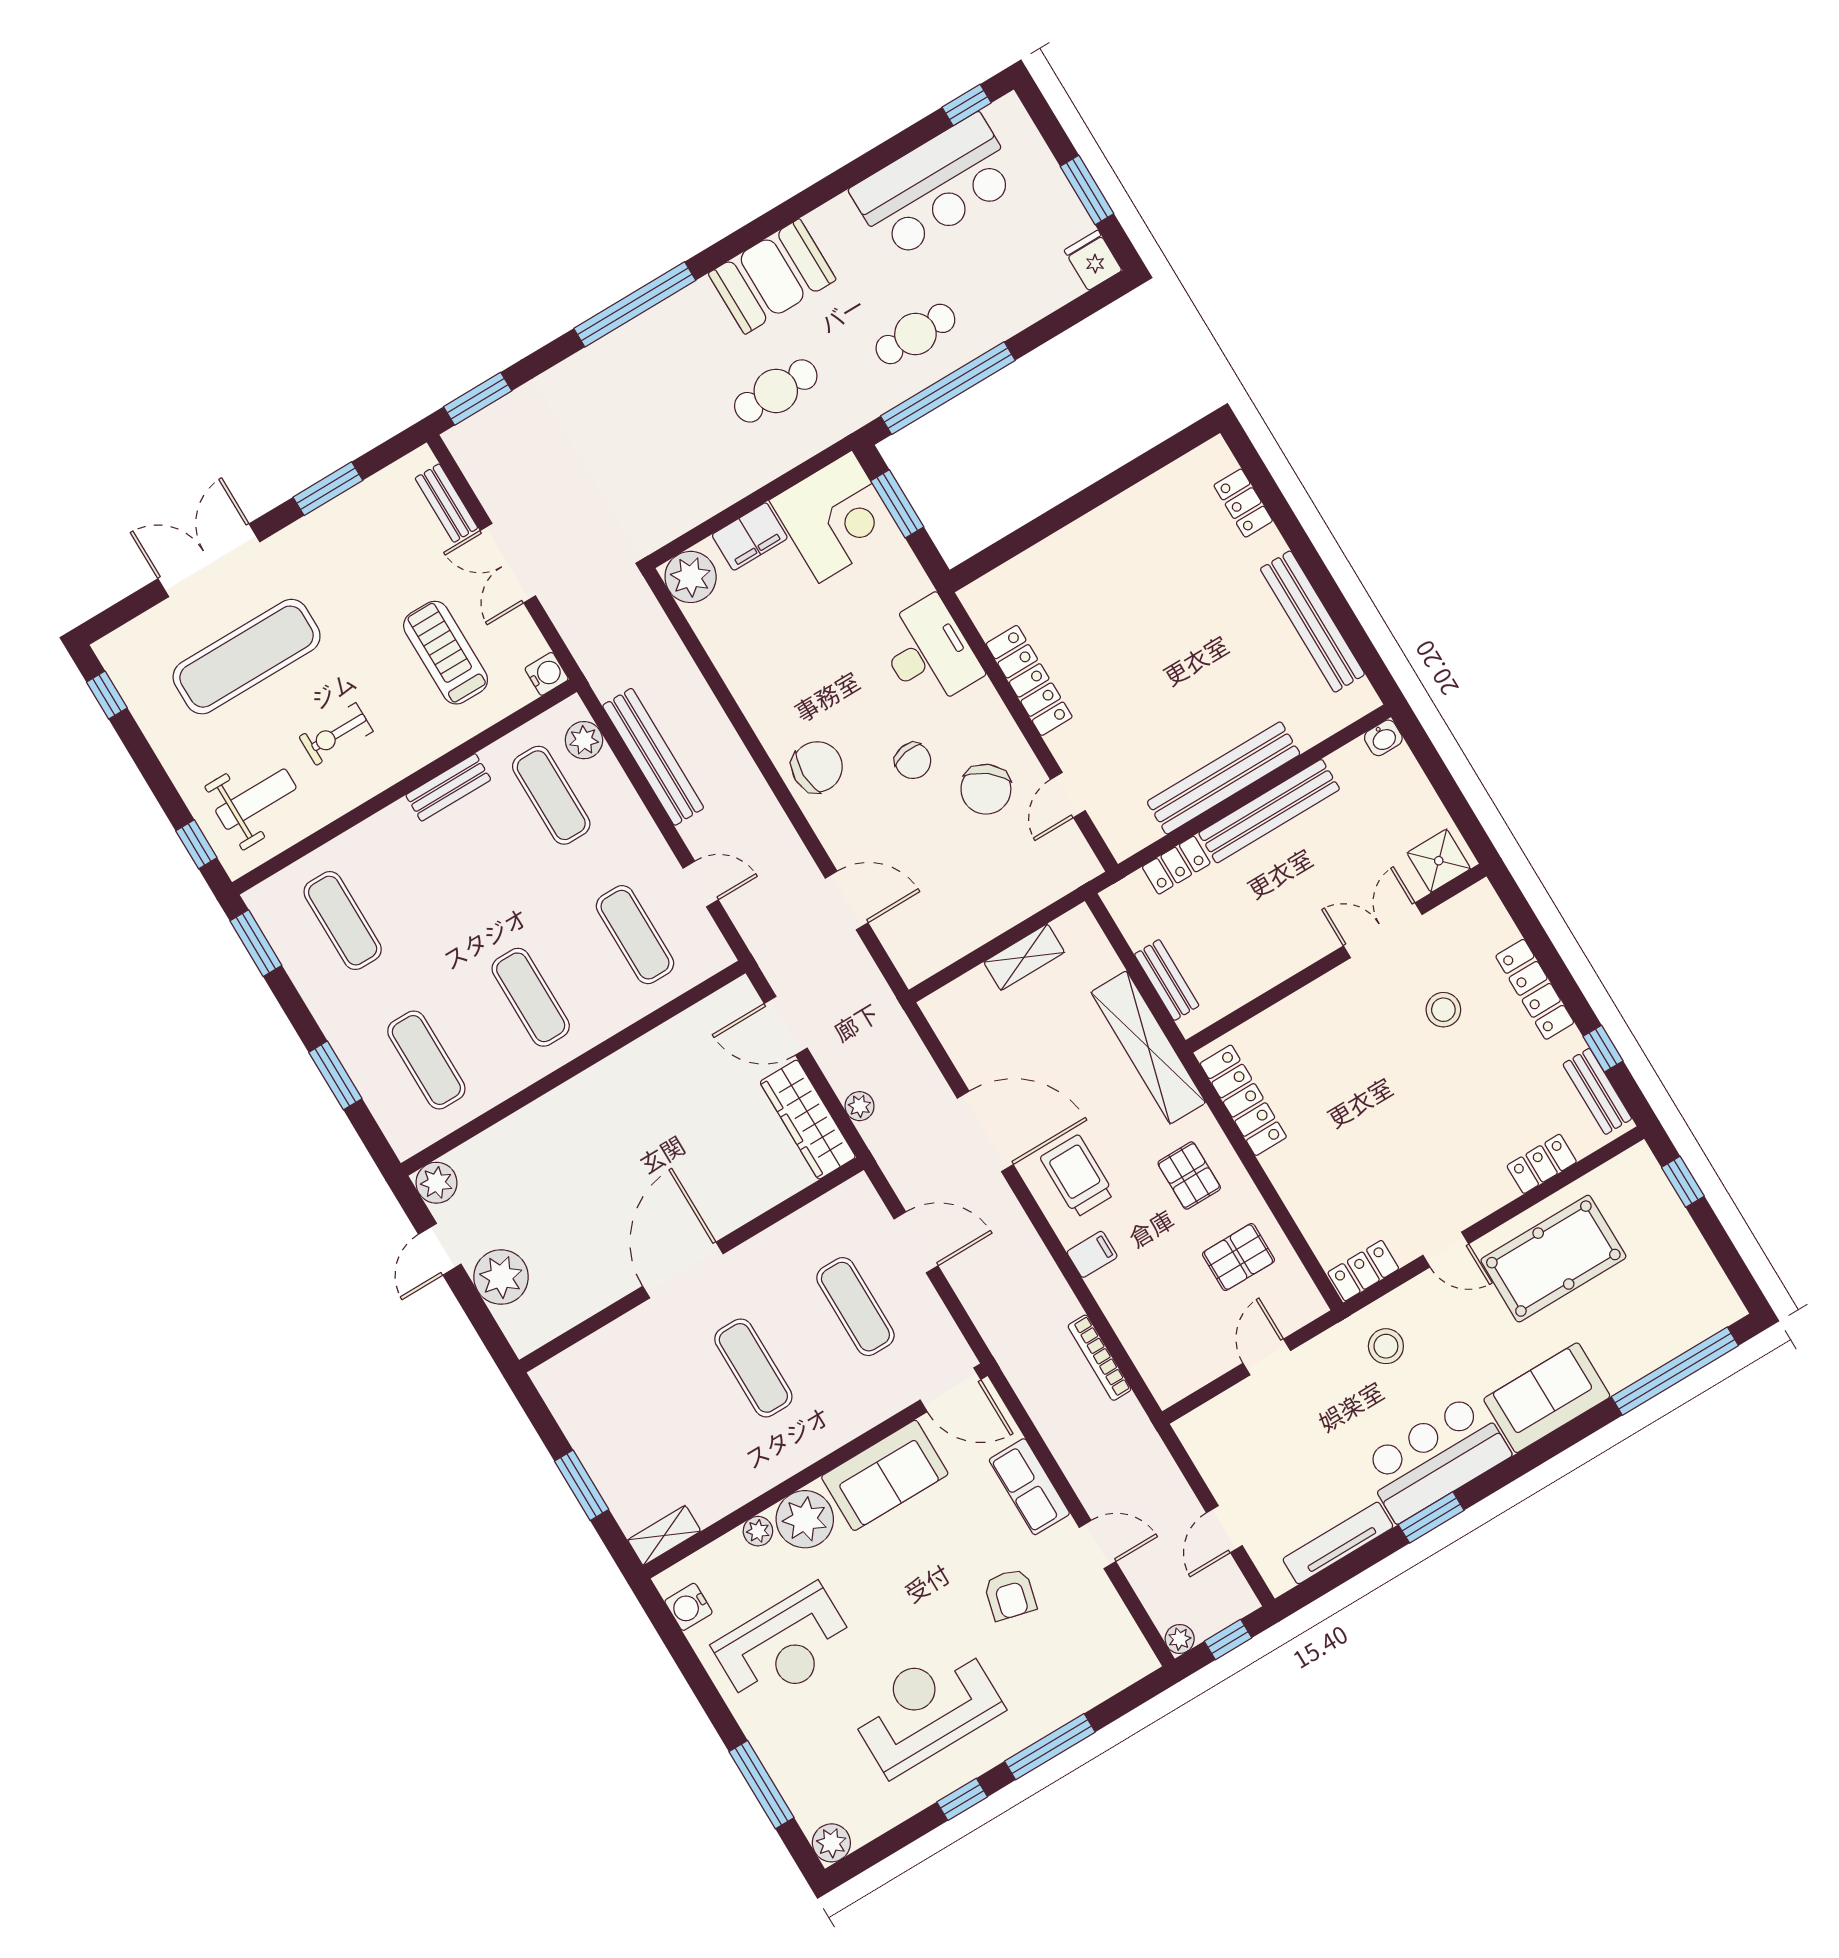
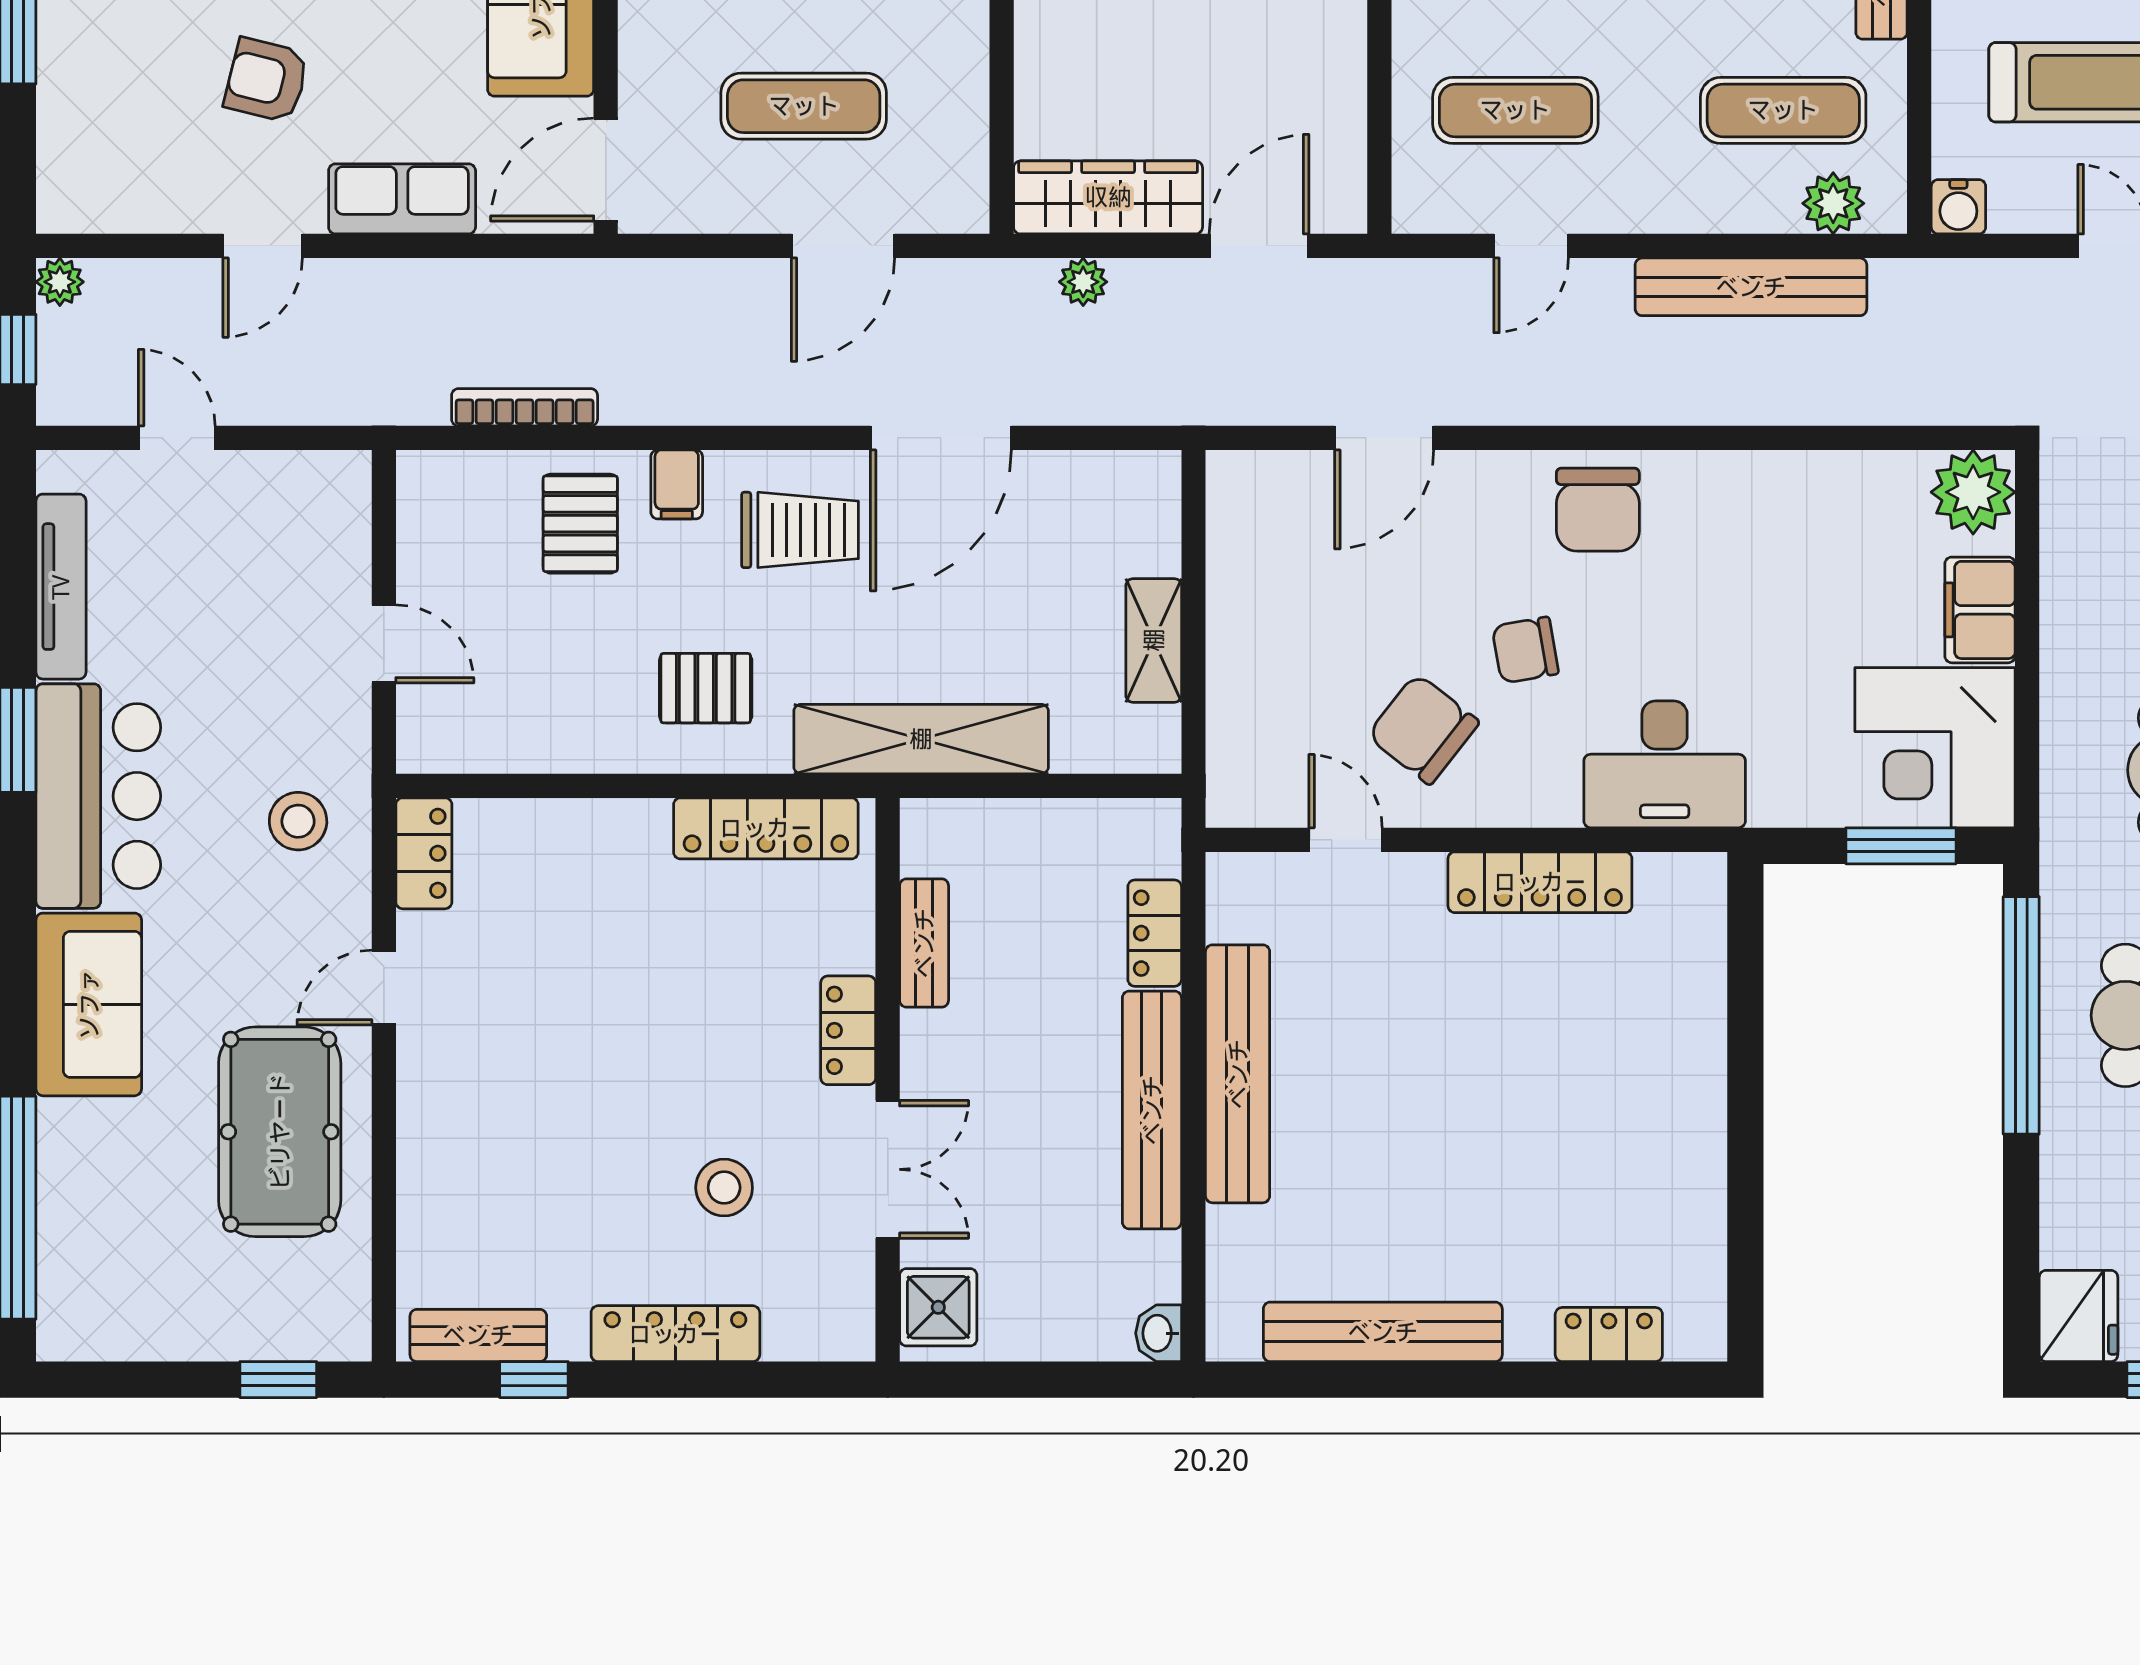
fridge: (1093, 260) -> (2079, 1316), width x1.38
bench: (1167, 980) -> (924, 943), moved, turned 90
locker: (1542, 1164) -> (848, 1030), moved, turned 180
pallet: (1238, 1257) -> (580, 524), moved

